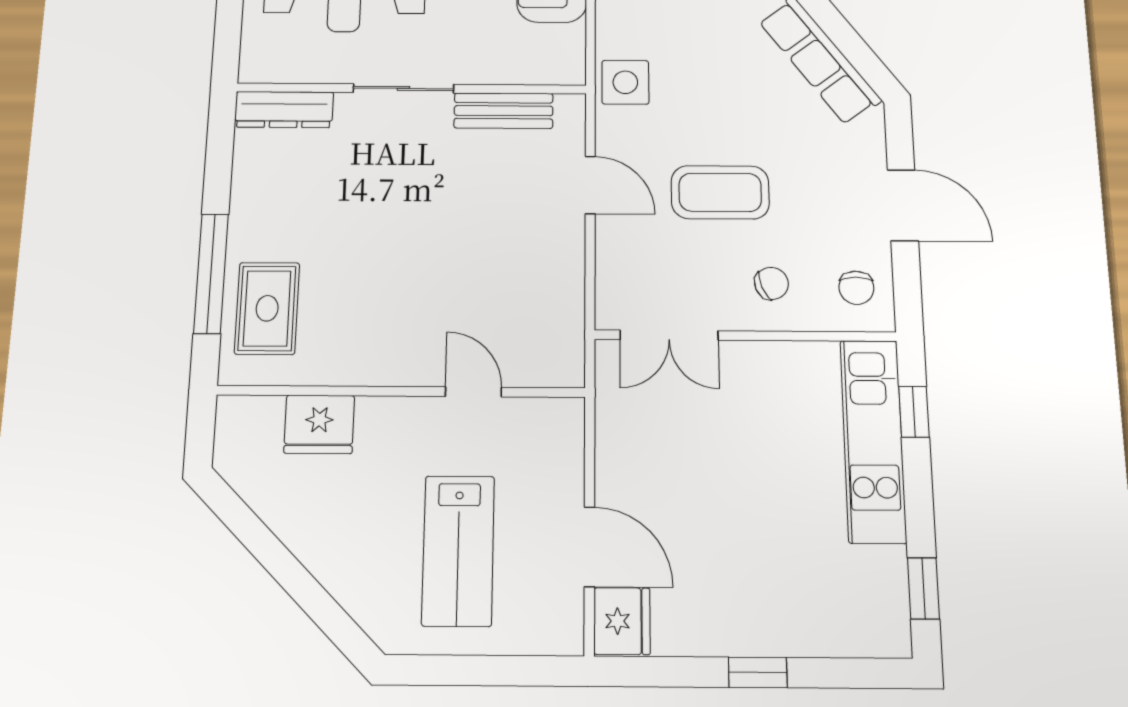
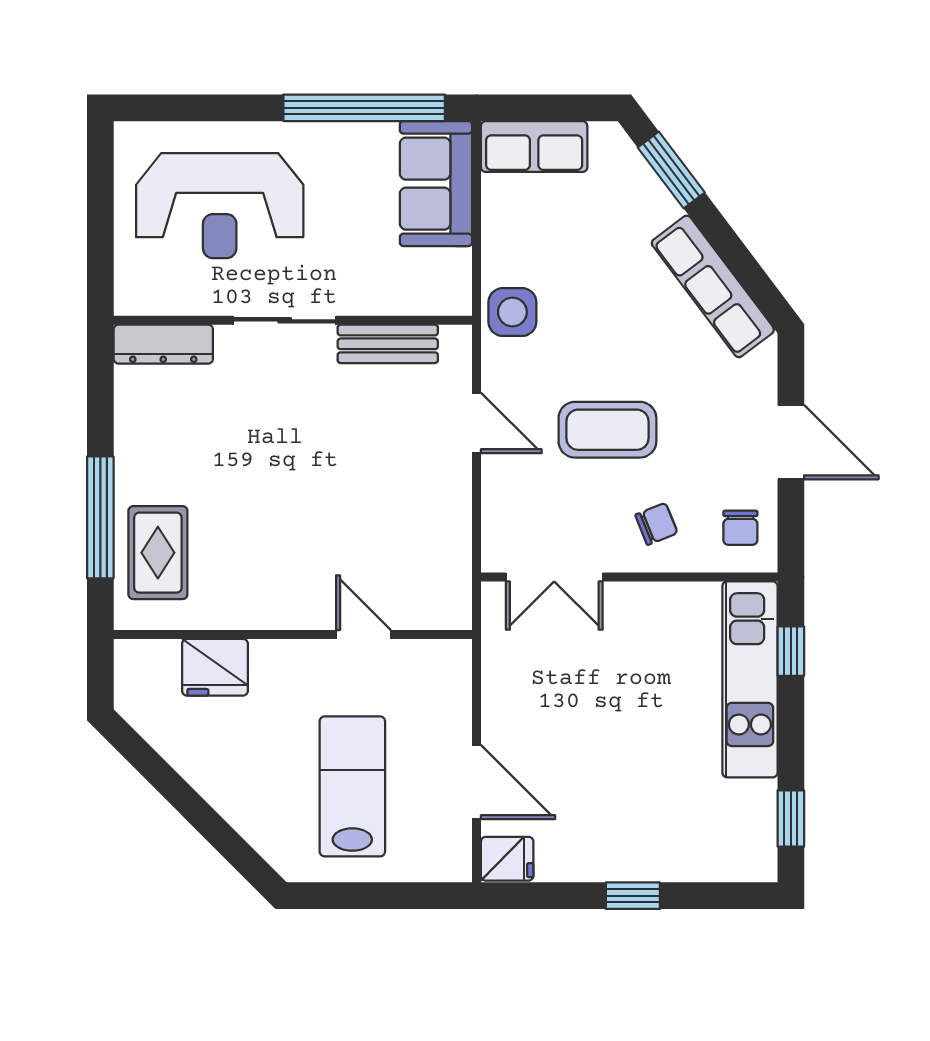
lab bench: (458, 551) -> (352, 786), turned 180
fridge: (622, 621) -> (507, 859), width x0.72

